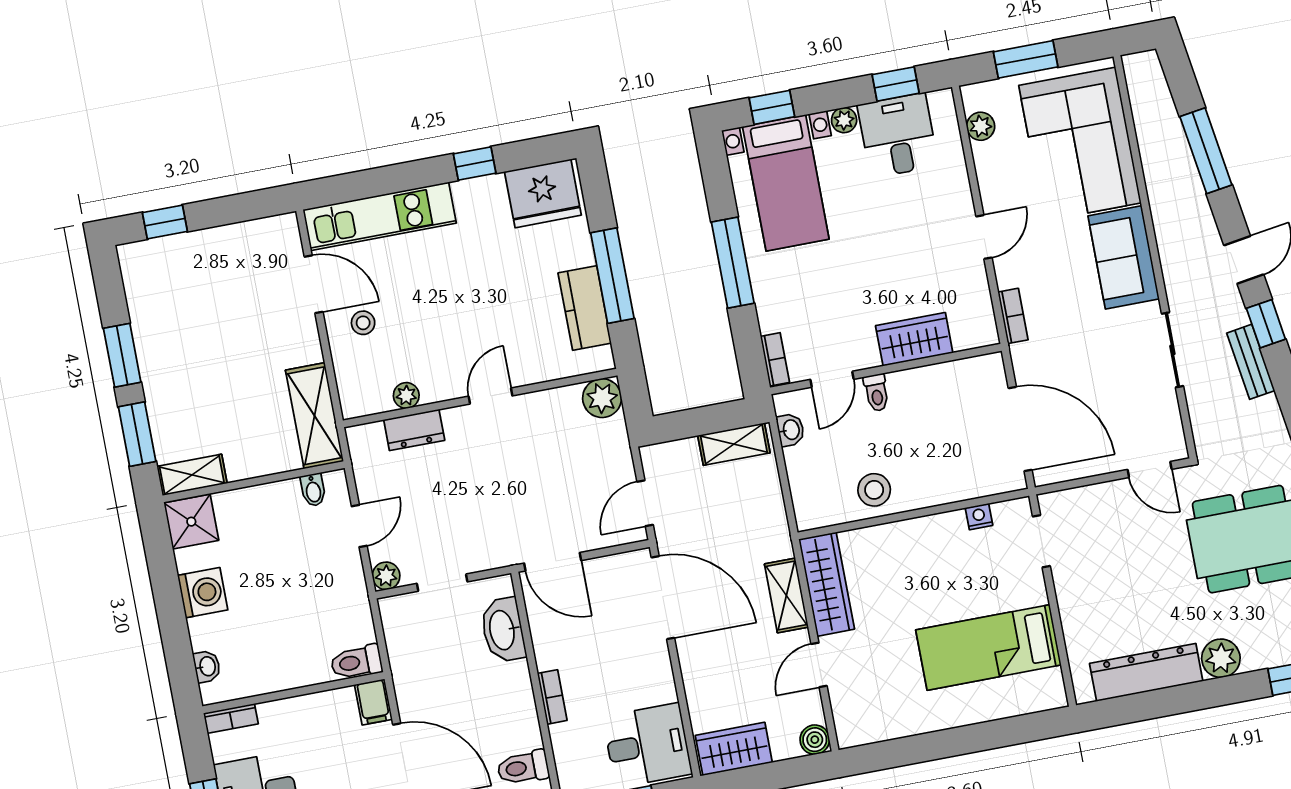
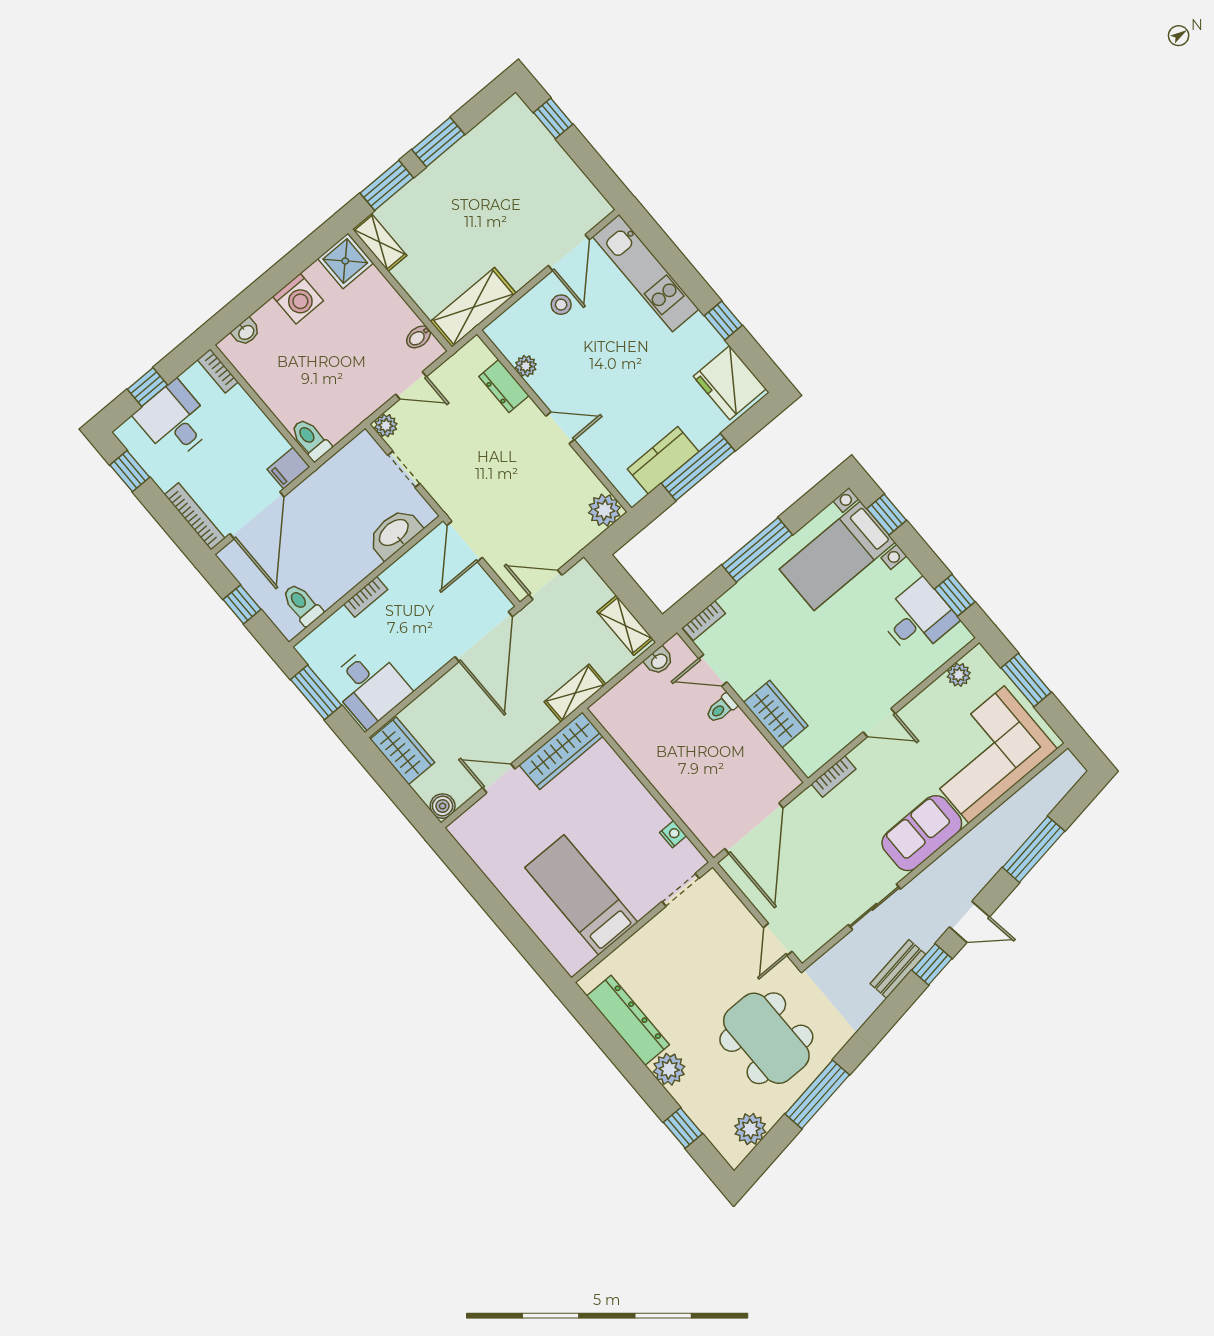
plant: (844, 120) -> (907, 572), removed
stool: (874, 490) -> (649, 747), removed
shelving: (786, 595) -> (575, 693), moved

